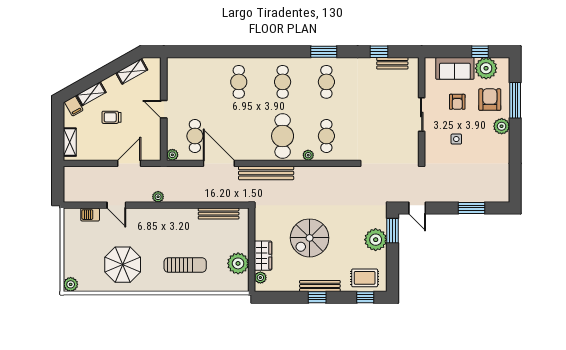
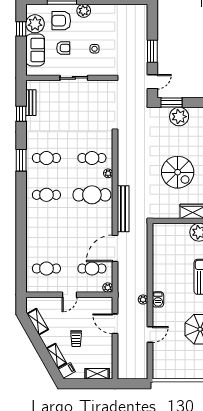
cafe table: (239, 82) -> (46, 269), moved
window: (471, 208) -> (152, 51), moved
bench: (219, 214) -> (157, 249), removed
barbecue: (90, 215) -> (158, 299), moved

